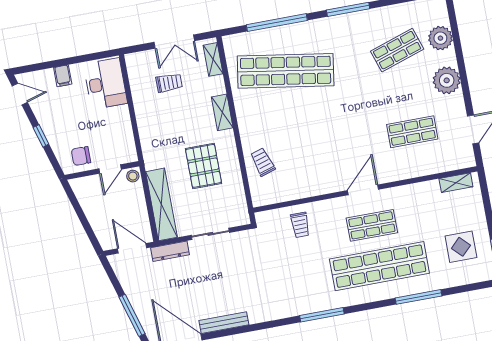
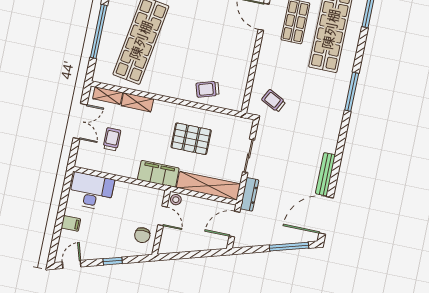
shelving: (222, 112) -> (137, 102), moved
filing cabinet: (153, 146) -> (158, 174), added
trolley: (300, 225) -> (274, 101), moved, turned -153

